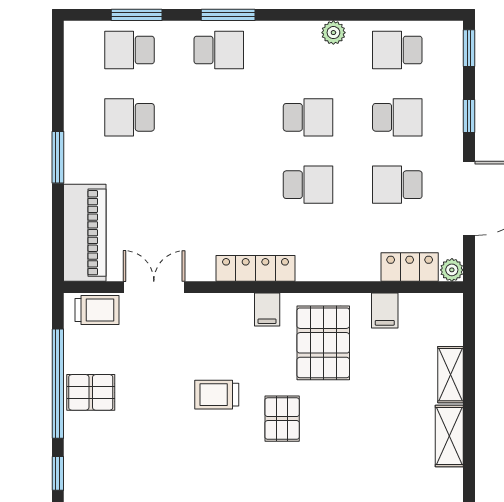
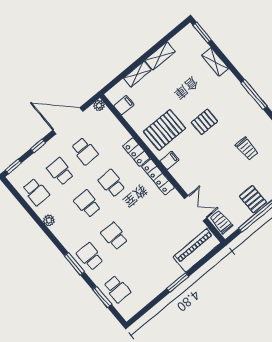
school desk: (129, 117) -> (114, 236), moved, turned 180
locker: (410, 267) -> (136, 152), moved
double door: (154, 287) -> (196, 208), swing flipped
filing cabinet: (385, 311) -> (124, 105), moved
trolley: (217, 395) -> (247, 149), moved

